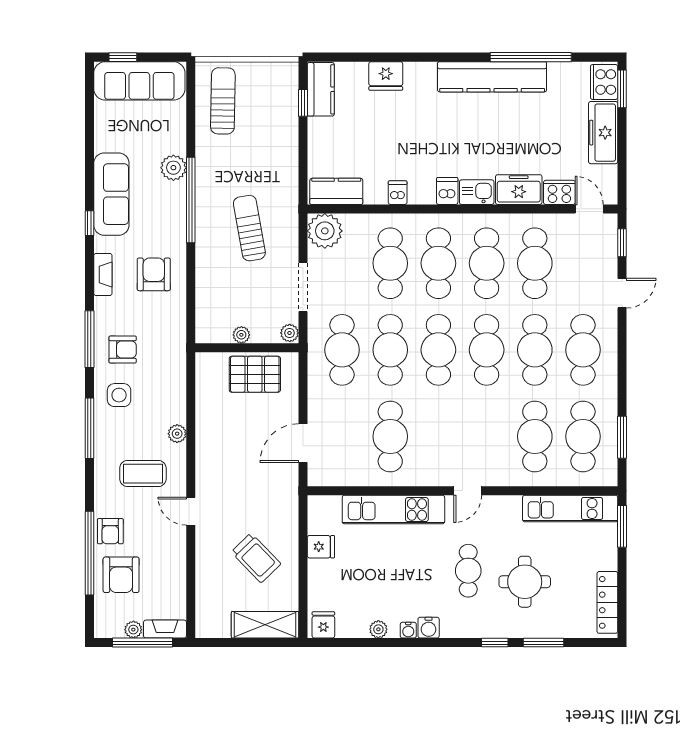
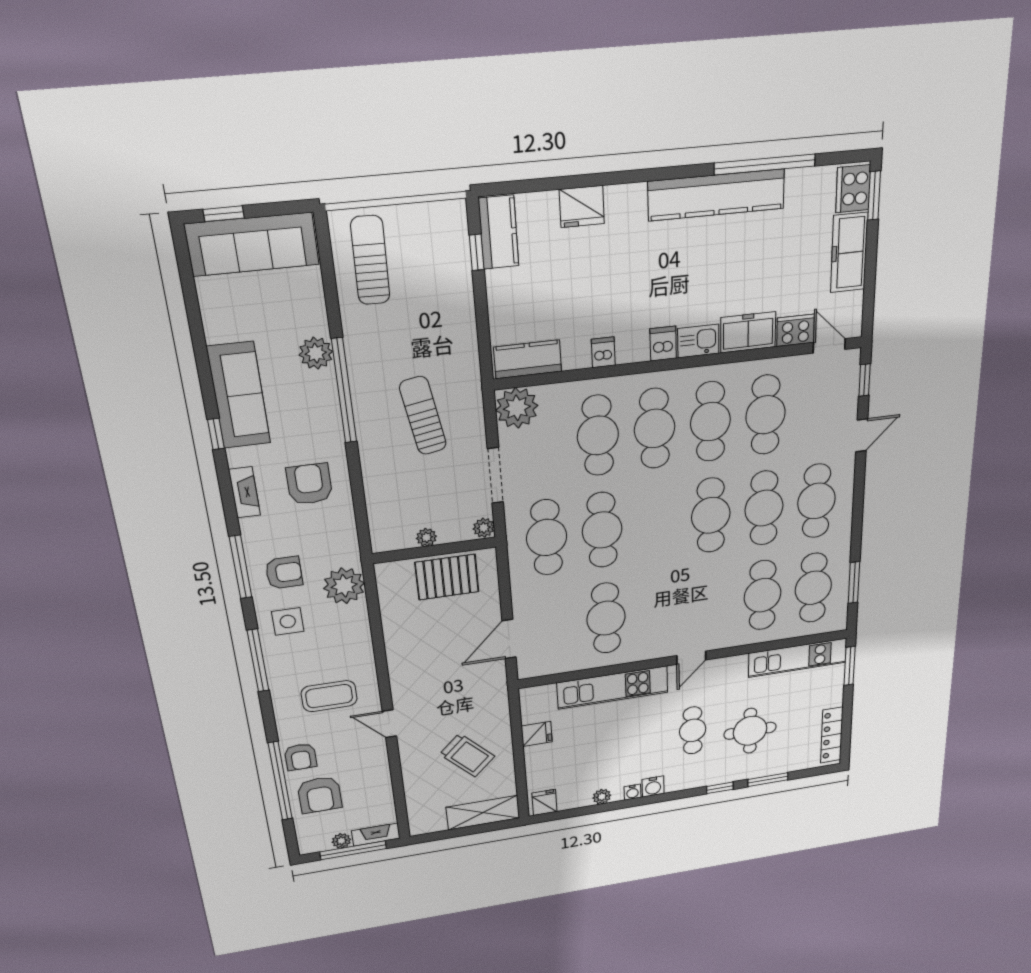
cafe table: (438, 350) -> (657, 523), removed
plant: (177, 434) -> (344, 586), moved, width x1.87, depth x1.87

